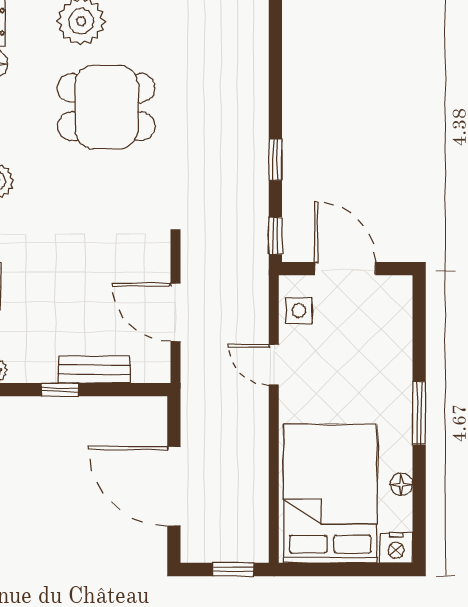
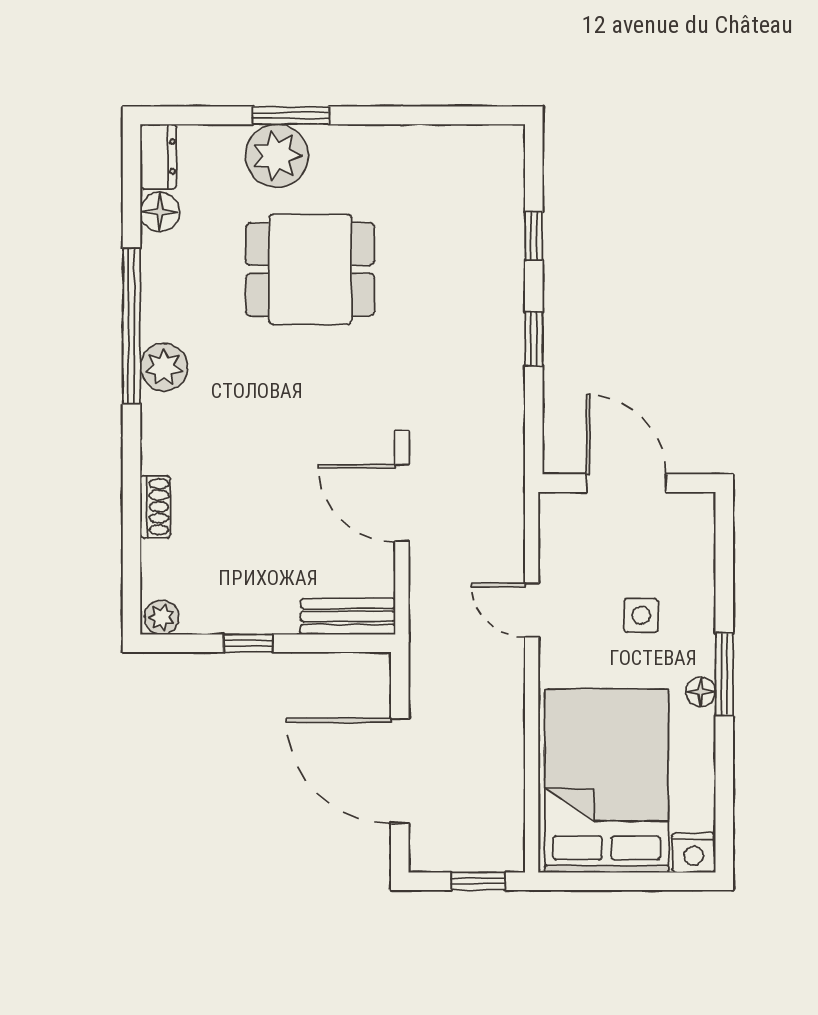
window: (275, 236) -> (534, 236), moved
side table: (299, 311) -> (641, 615), moved
door: (176, 312) -> (402, 503), moved
bench: (94, 369) -> (348, 616), moved
floor lamp: (401, 484) -> (701, 692), moved

